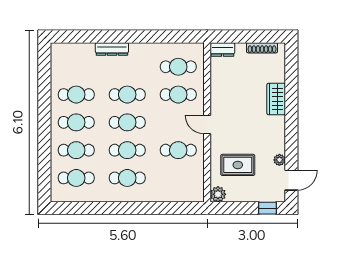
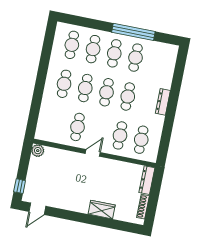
dresser: (112, 49) -> (163, 102), moved
dresser: (222, 49) -> (147, 180), width x1.44
window: (44, 104) -> (133, 32), added
plant: (279, 160) -> (55, 203), removed
rug: (238, 165) -> (57, 170), removed
door: (291, 180) -> (37, 209), hinge flipped

